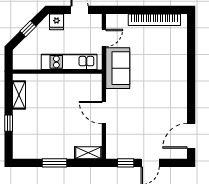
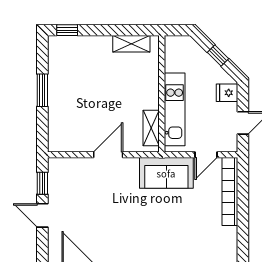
bookcase: (154, 20) -> (230, 192), moved
door: (104, 38) -> (206, 155), hinge flipped
window: (9, 123) -> (67, 30), moved
shelving: (88, 153) -> (151, 128), moved

